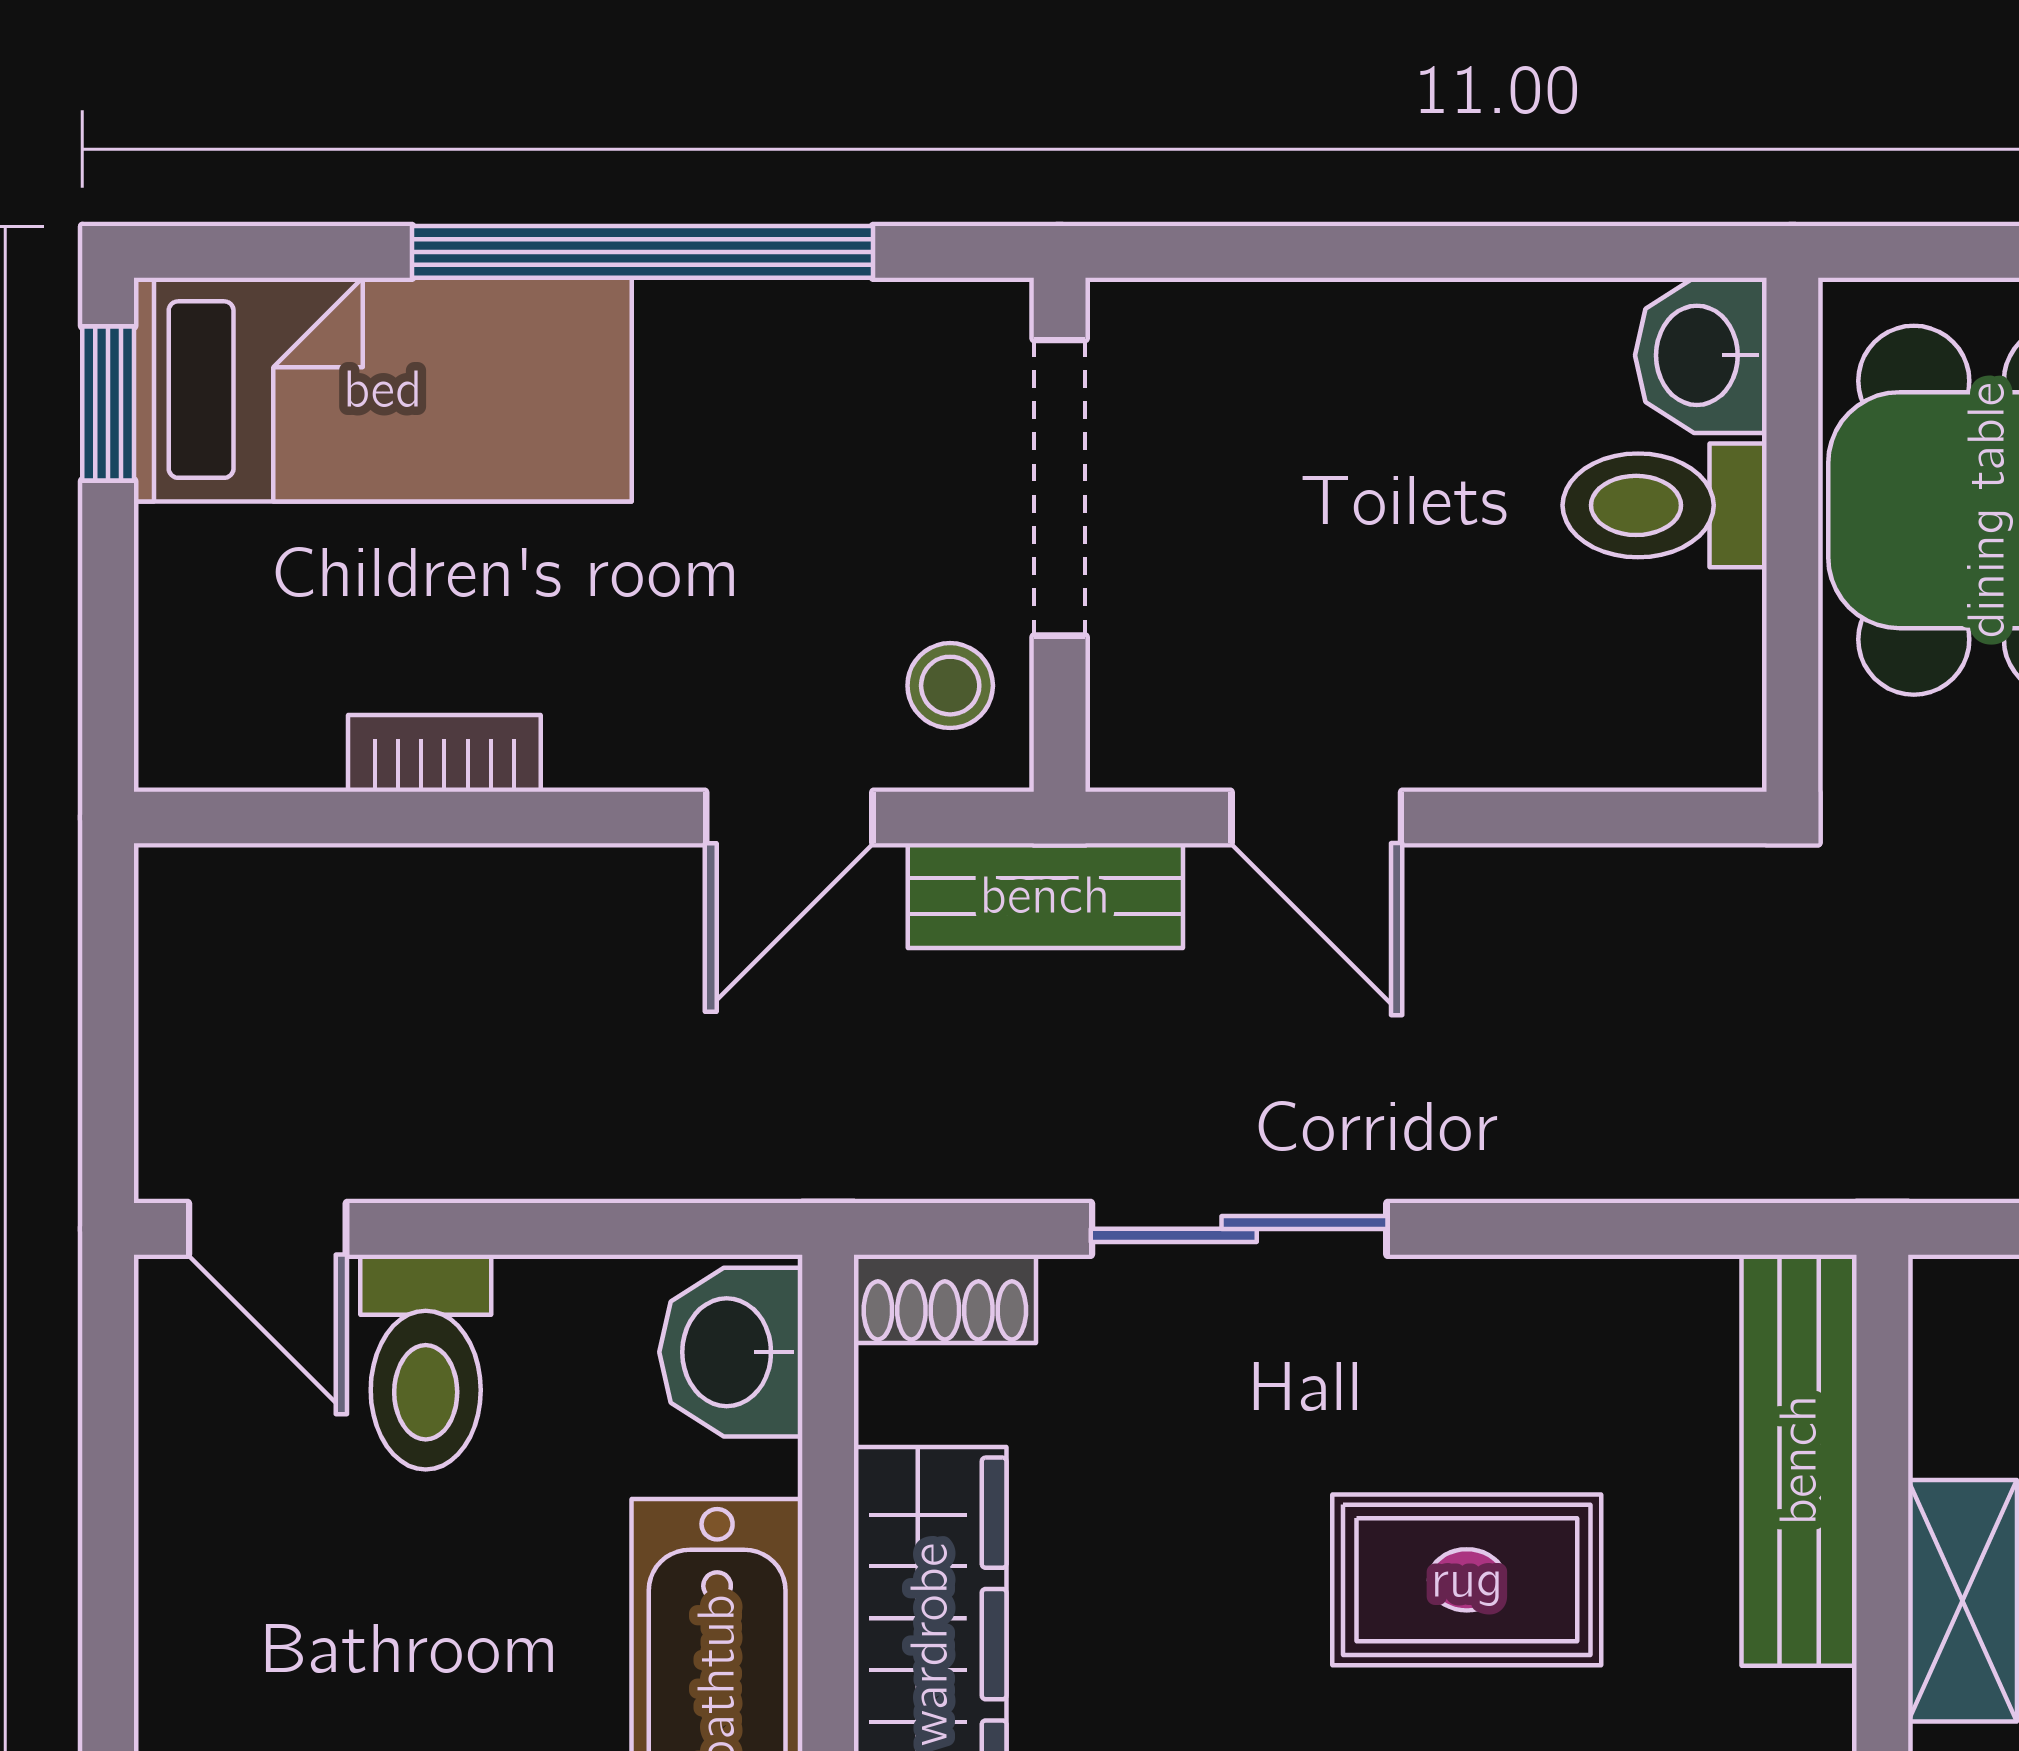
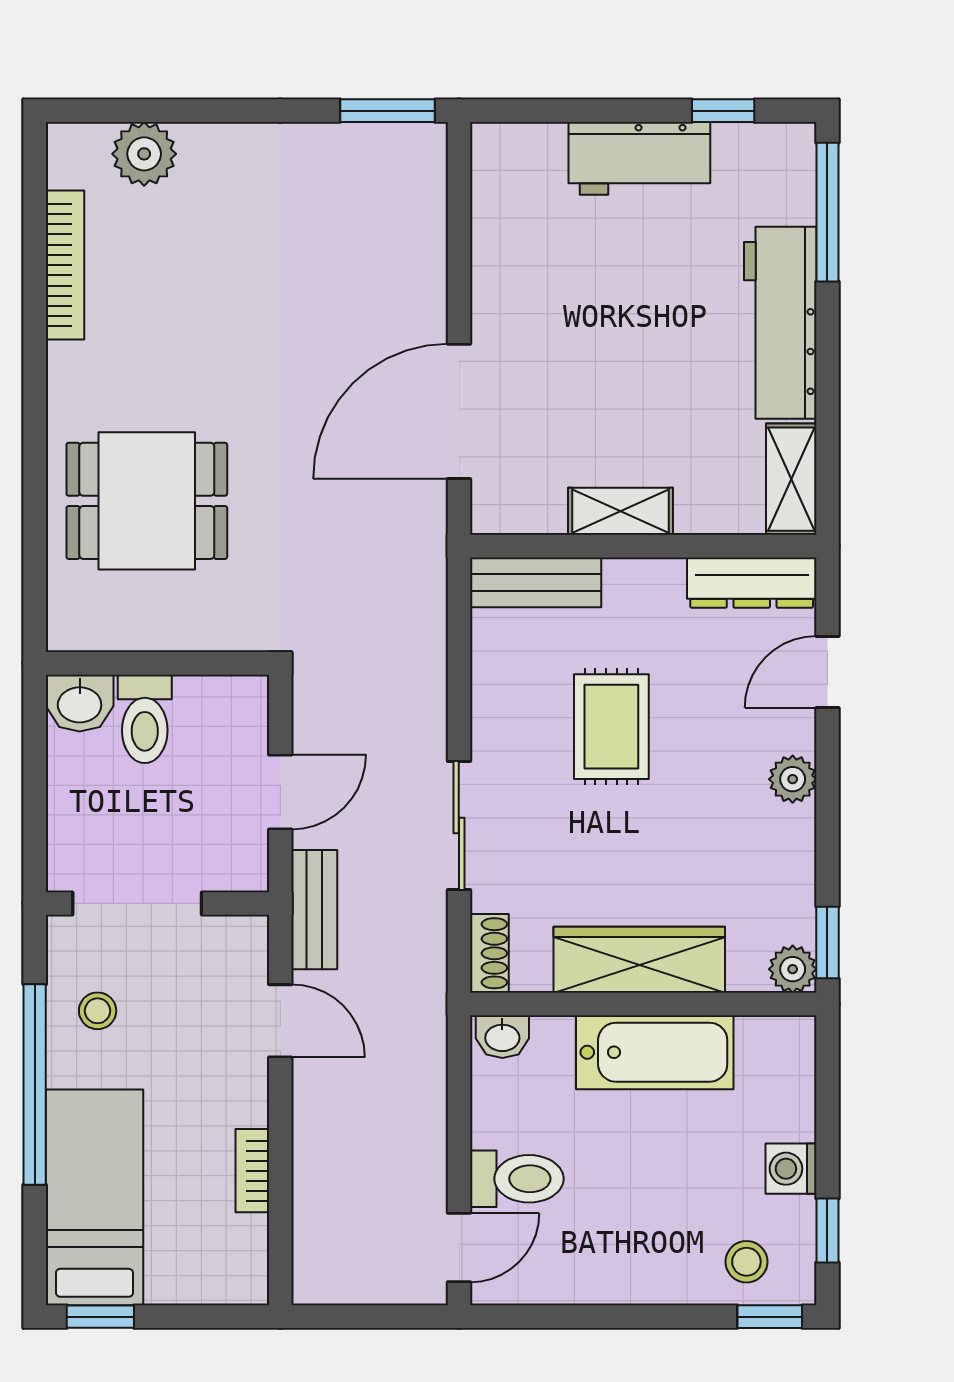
washbasin: (1701, 355) -> (80, 703), moved
toilet: (1665, 505) -> (145, 719), moved
wall: (1792, 535) -> (157, 663), moved
stool: (950, 686) -> (98, 1011), moved
washbasin: (731, 1352) -> (502, 1037), width x0.72, depth x0.69
bench: (1799, 1460) -> (536, 582), width x0.73

